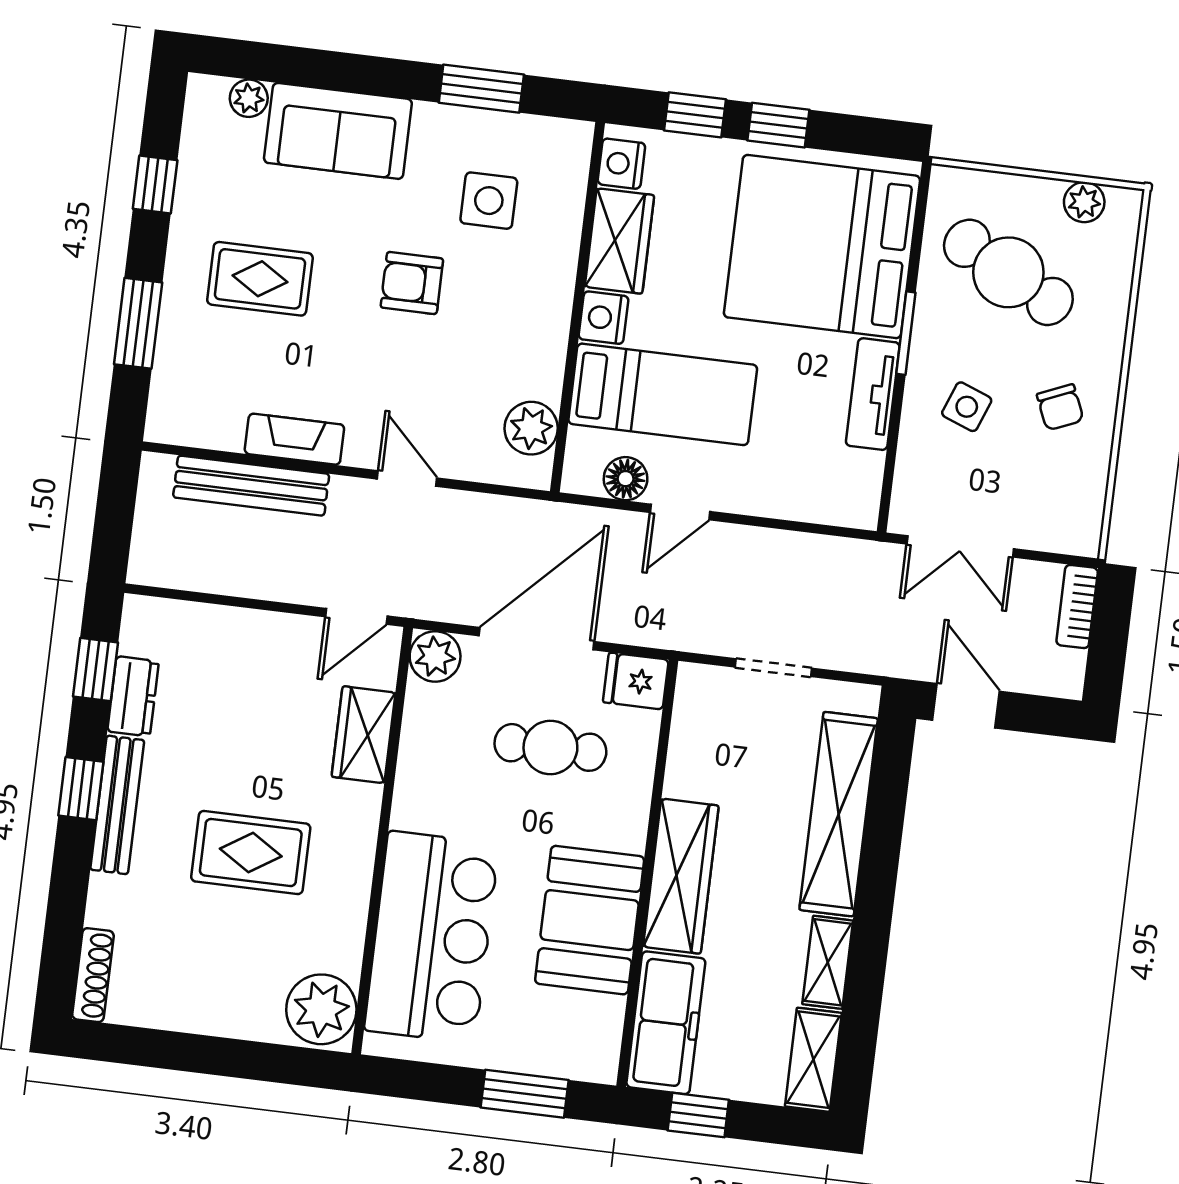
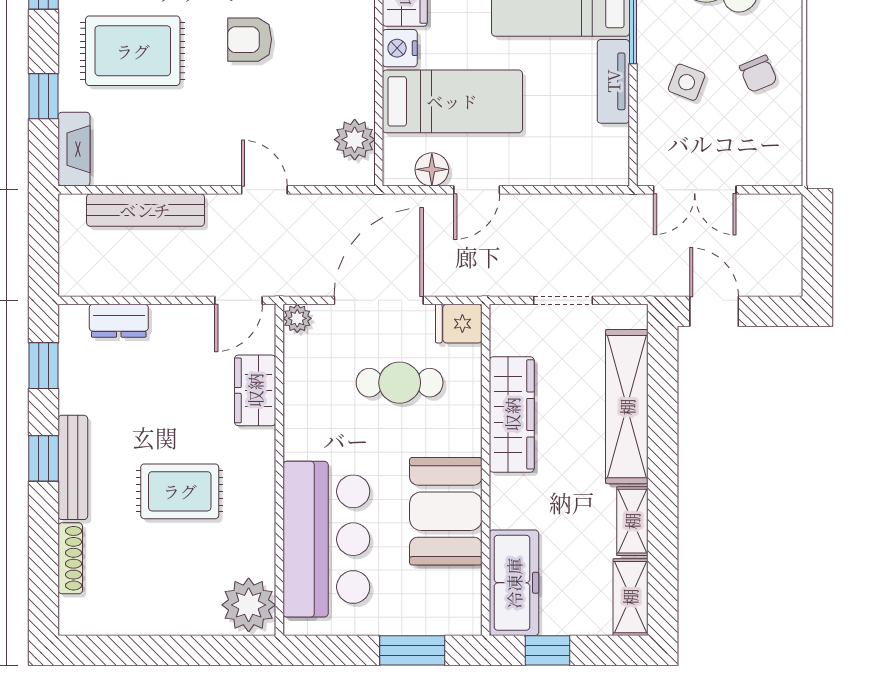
rug: (260, 279) -> (133, 51), width x1.36, depth x1.43
window: (138, 323) -> (44, 96), width x0.67
fireplace: (294, 439) -> (74, 149), moved, turned 90
bookcase: (1077, 606) -> (790, 225), removed
plant: (435, 656) -> (297, 318), width x0.73, depth x0.73
dresser: (133, 696) -> (119, 321), moved, turned 90
wardrobe: (681, 876) -> (512, 414), moved
shoe rack: (93, 975) -> (70, 558), moved

